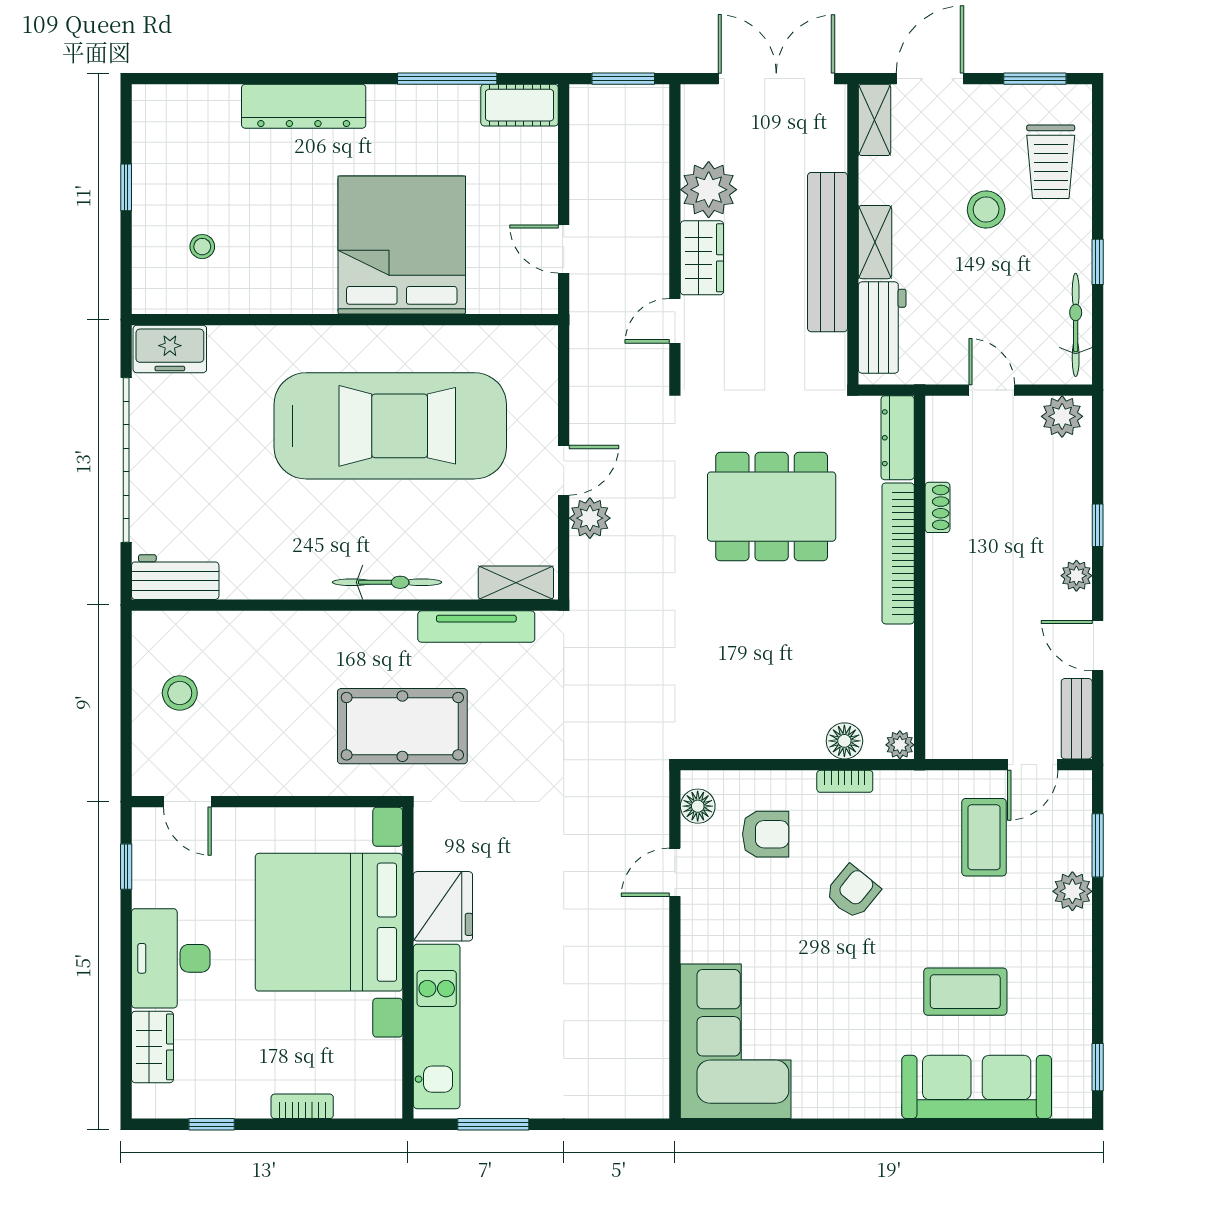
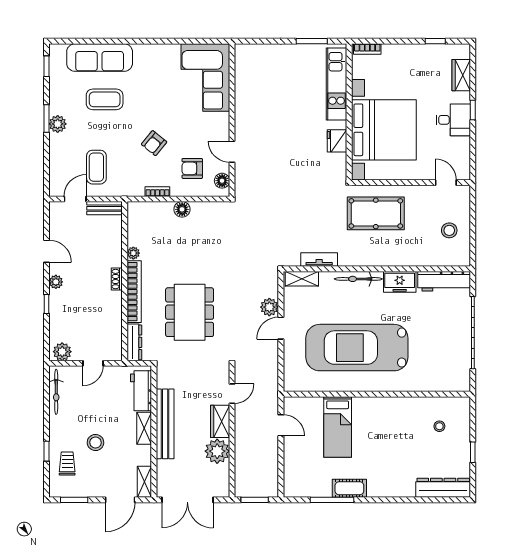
cot: (519, 105) -> (349, 488), moved
dresser: (304, 106) -> (443, 488), moved
trolley: (1051, 162) -> (67, 463), width x0.73, depth x0.72
bed: (402, 245) -> (338, 427), width x0.49
window: (1098, 262) -> (47, 451), moved
freezer: (170, 349) -> (400, 282), moved, turned 180
door: (992, 390) -> (93, 363), hinge flipped
dining table: (772, 507) -> (190, 312), turned 90
shoe rack: (937, 507) -> (117, 279), moved
workbench: (175, 577) -> (444, 281), width x1.38
tv unit: (476, 627) -> (319, 260), width x0.71
bench: (1077, 719) -> (105, 208), moved, turned 90
pool table: (402, 726) -> (376, 213), moved
floor lamp: (844, 741) -> (182, 209), moved
plant: (900, 745) -> (133, 253), moved
window: (1098, 845) -> (47, 119), moved
window: (126, 867) -> (473, 110), moved
door: (675, 872) -> (232, 152), swing flipped
plant: (1072, 891) -> (58, 124), moved
fridge: (443, 906) -> (337, 141), width x0.73, depth x0.75
desk: (171, 958) -> (453, 120), width x0.73
bookcase: (302, 1106) -> (367, 49), moved

